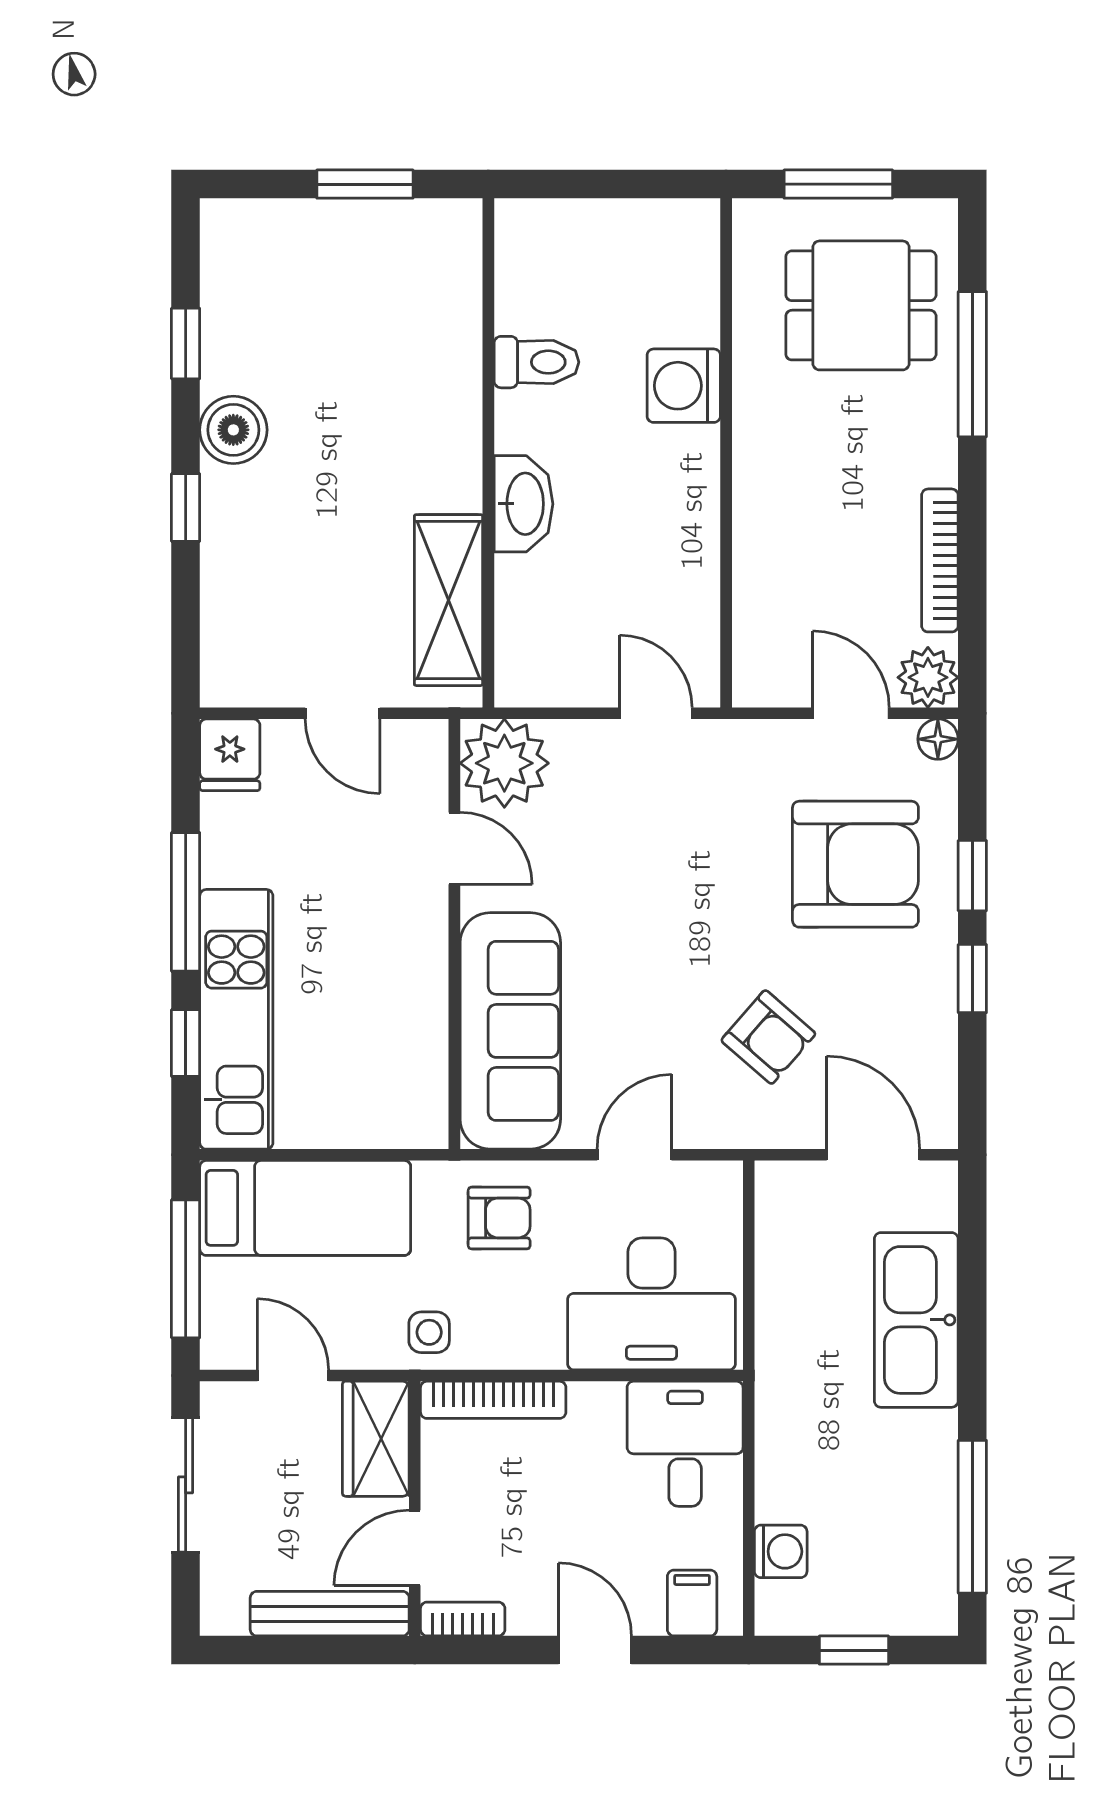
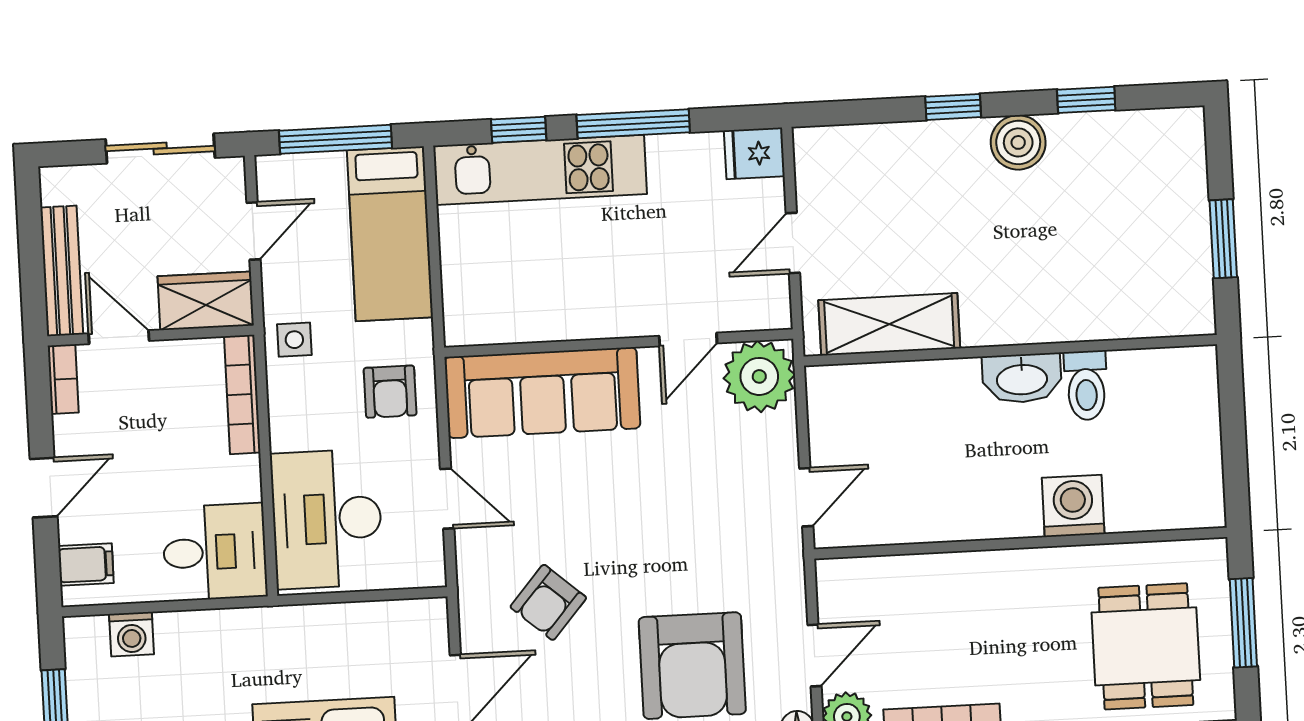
washbasin: (523, 504) -> (1022, 378), moved

